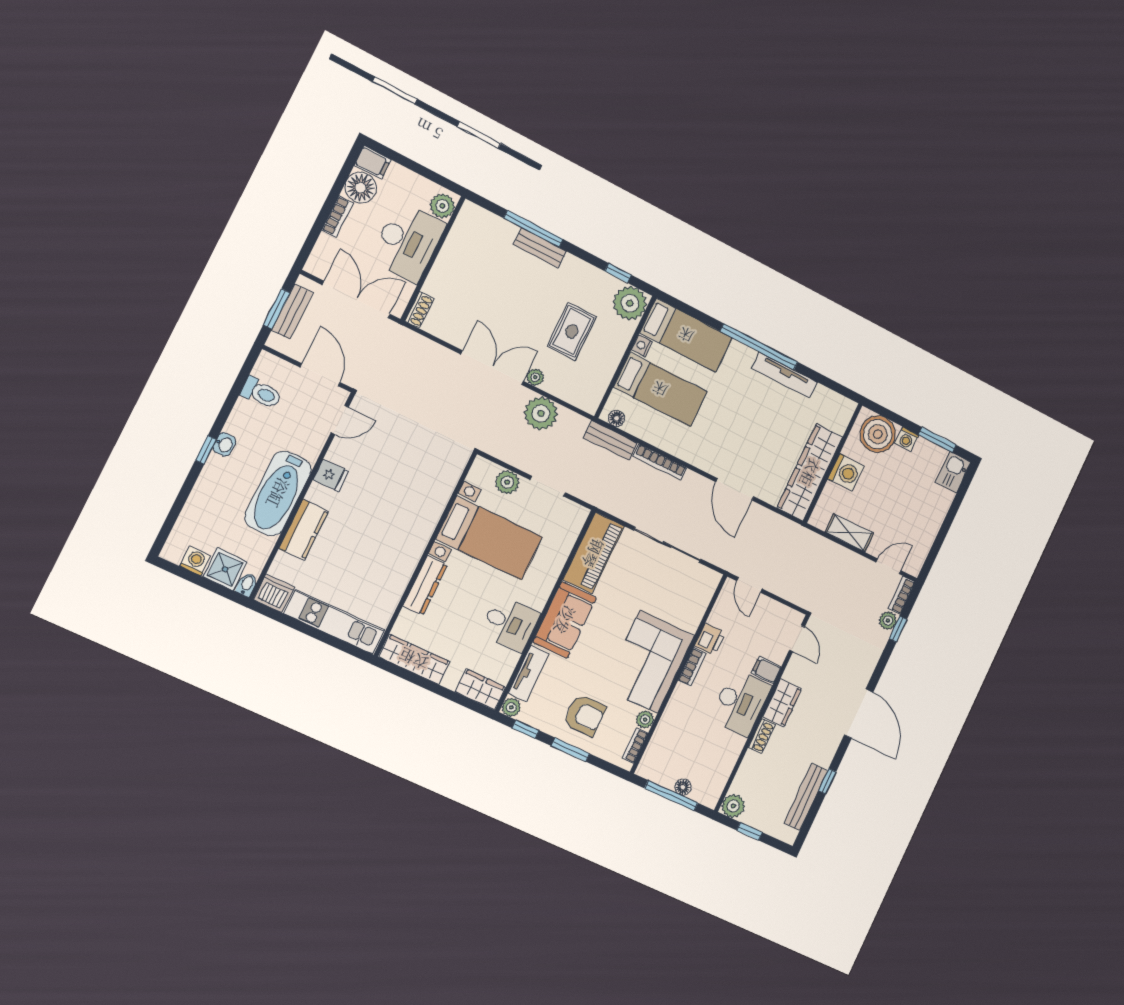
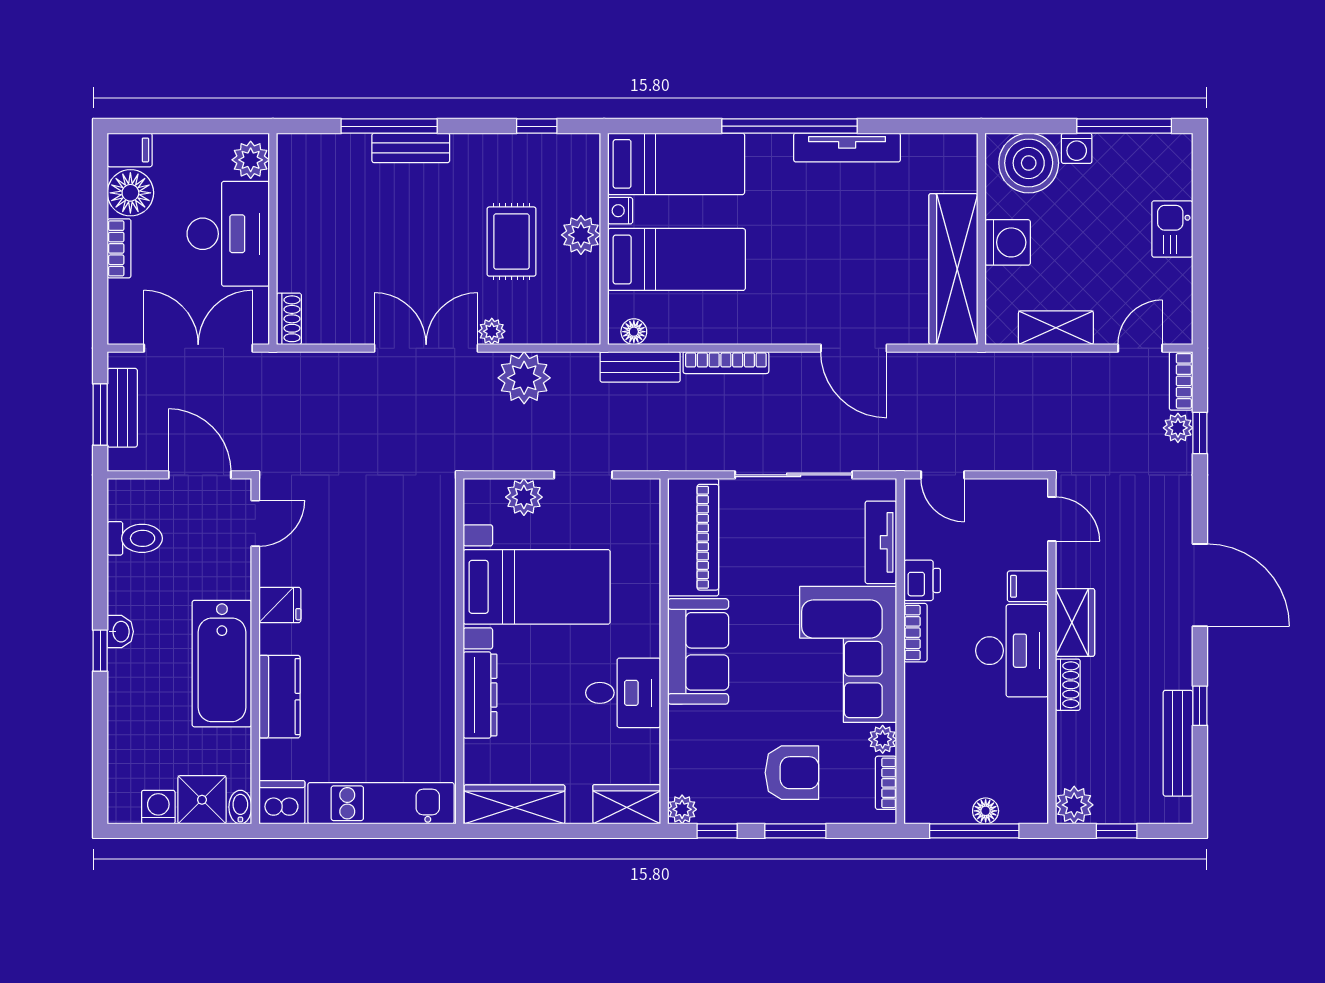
plant: (630, 303) -> (581, 235), moved, width x0.73, depth x0.73
window: (937, 440) -> (1124, 126), width x1.44
kitchen sink: (953, 472) -> (1172, 229), moved
tv unit: (528, 674) -> (881, 542), moved, turned 180

